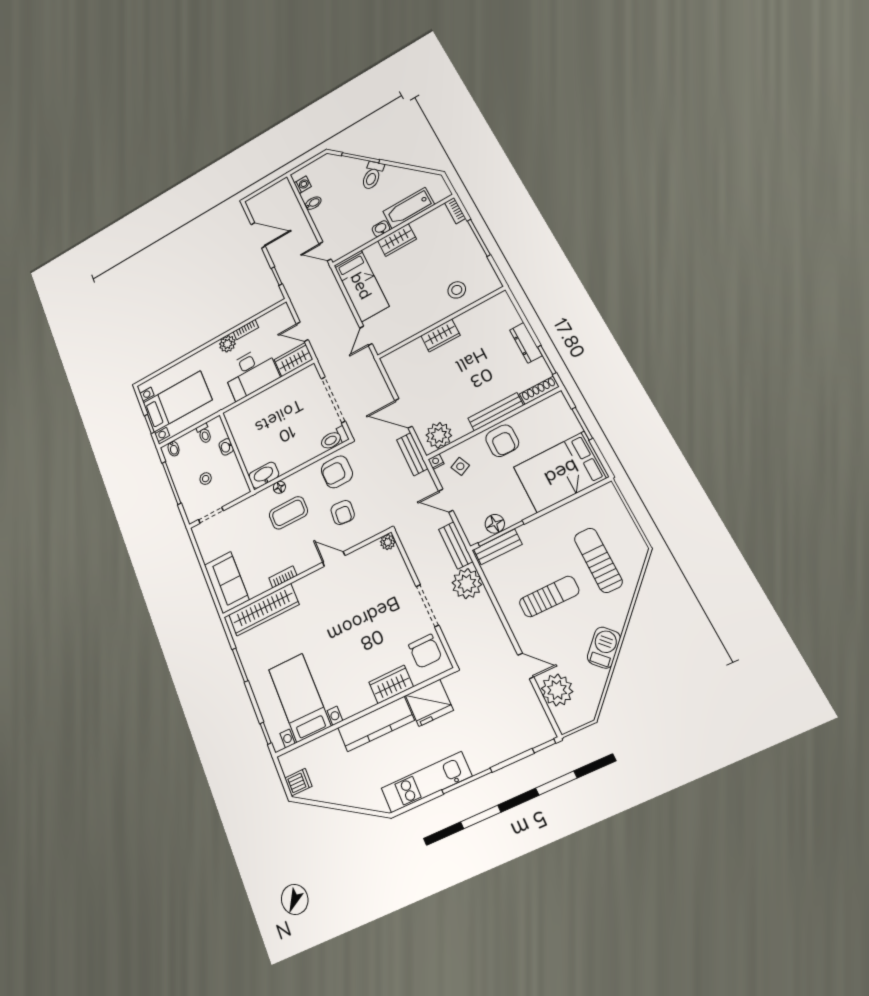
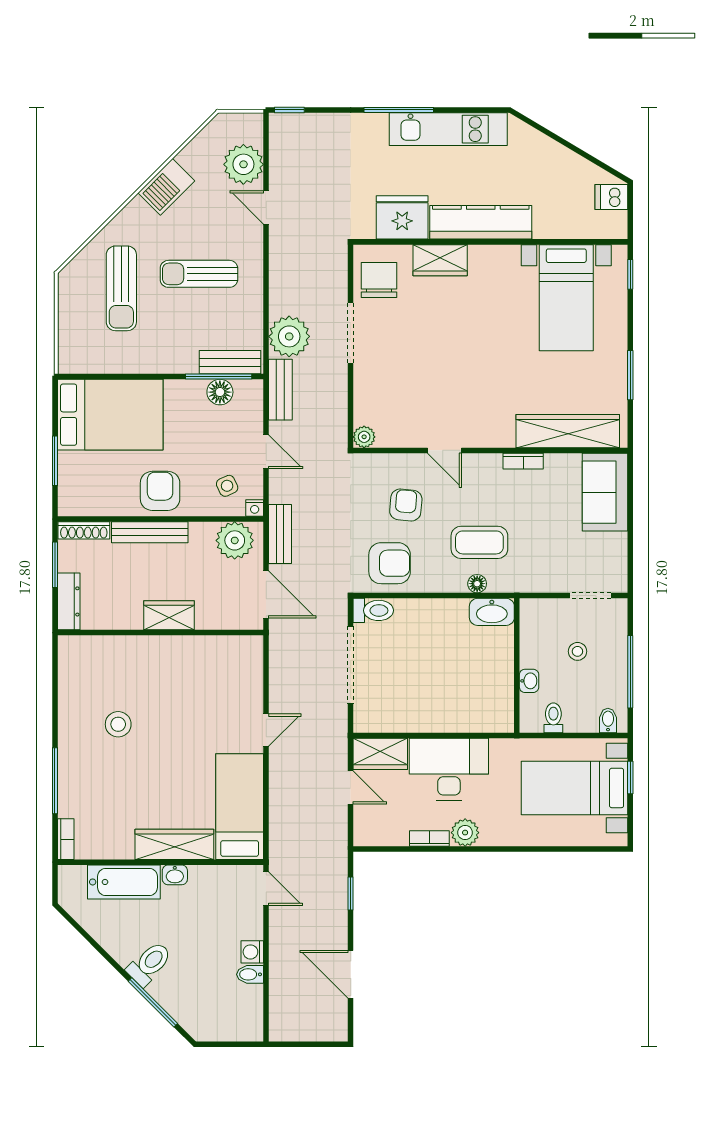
washing machine: (303, 185) -> (252, 952), moved
wardrobe: (397, 240) -> (174, 844), width x1.50
wall: (441, 323) -> (160, 633), moved
wardrobe: (440, 336) -> (169, 615), moved

